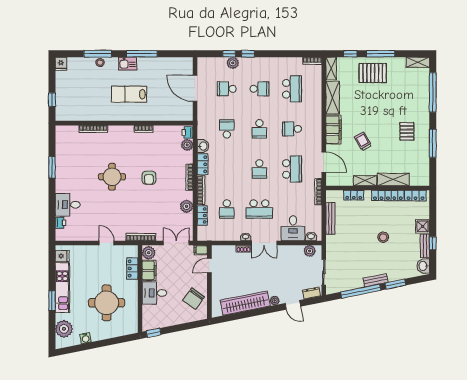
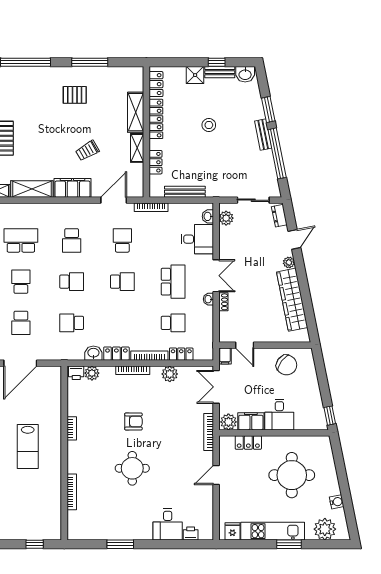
school desk: (292, 169) -> (122, 240), width x0.54

